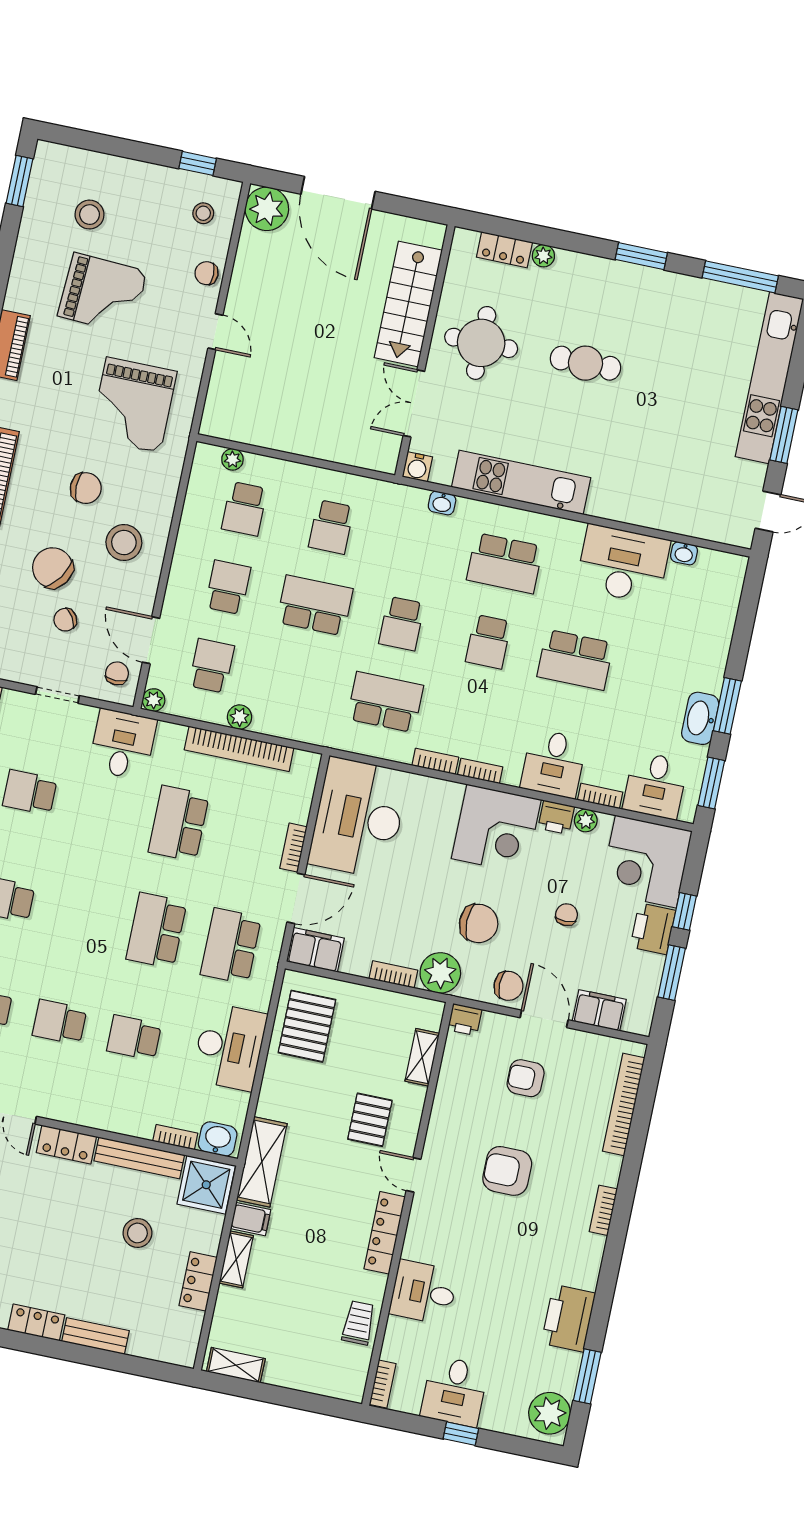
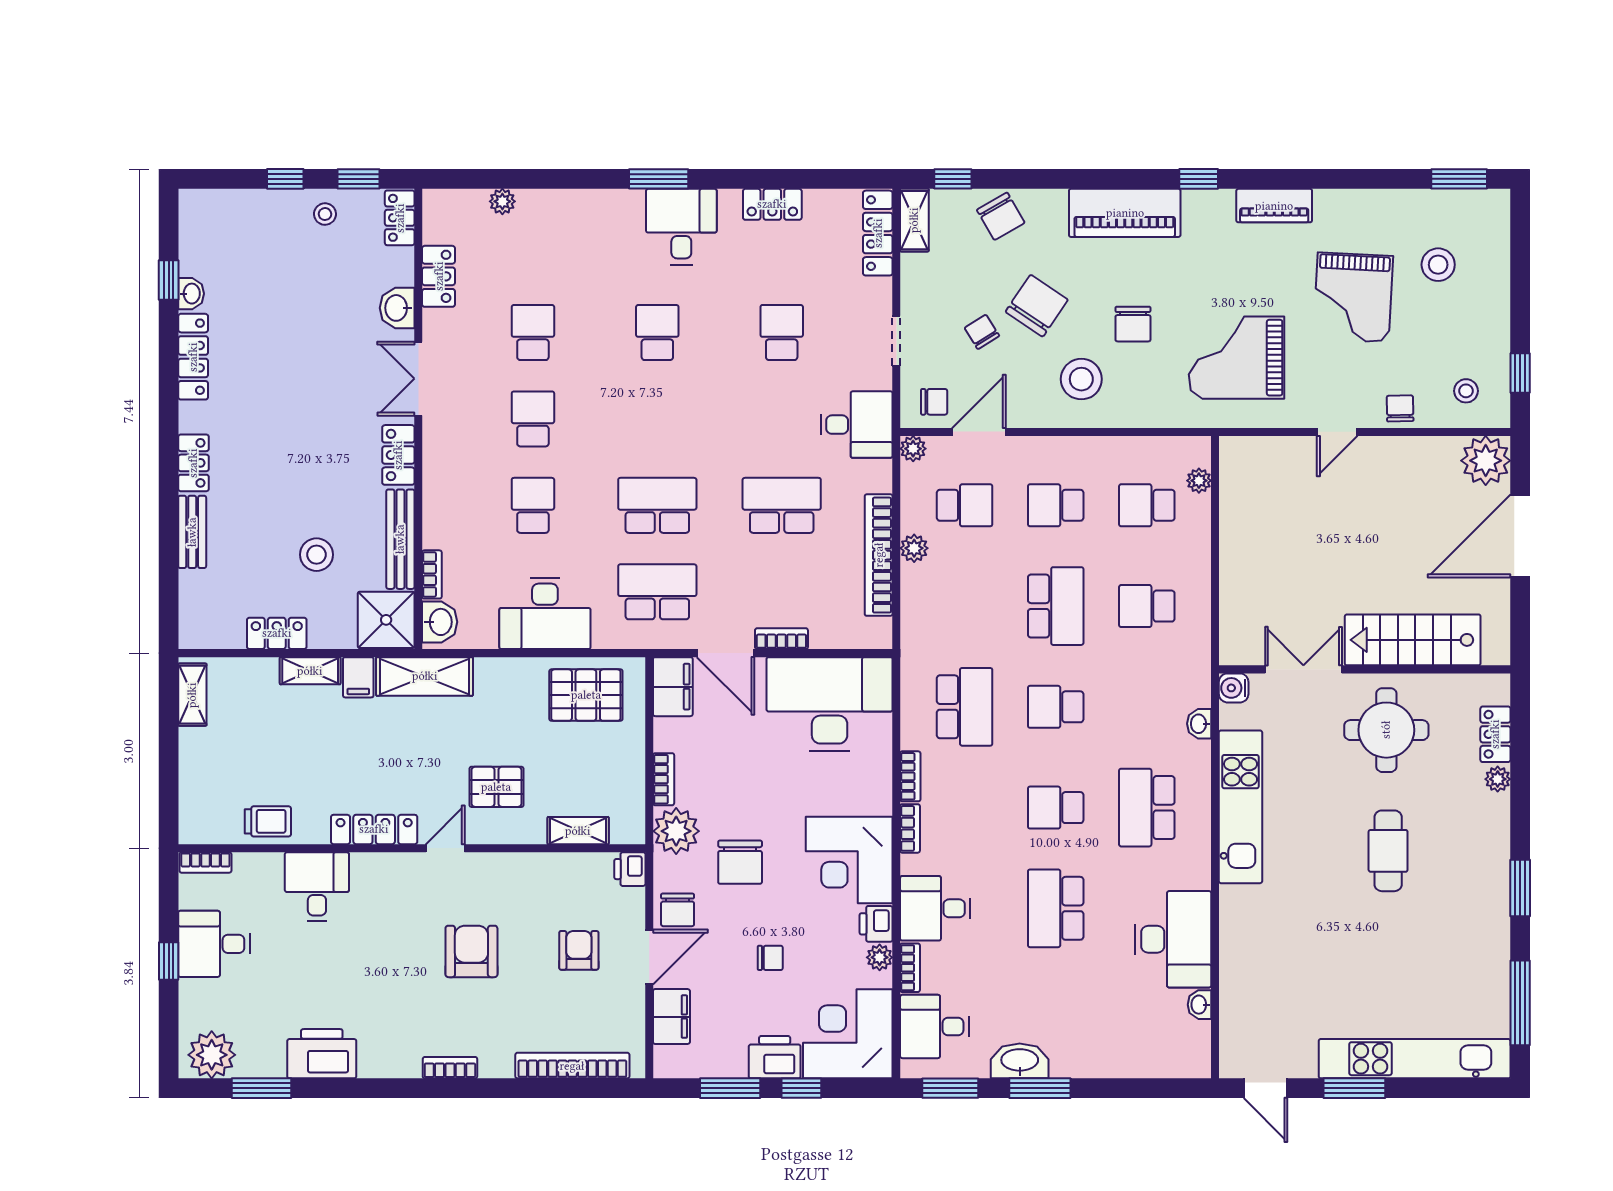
school desk: (228, 587) -> (1056, 505), turned 180

